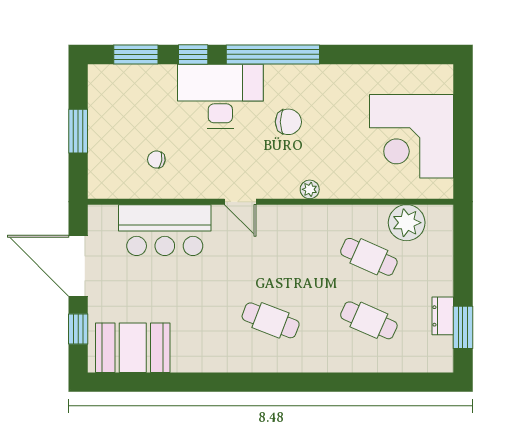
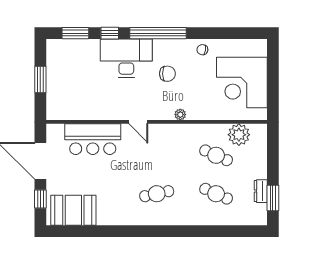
chair: (156, 159) -> (202, 50), moved
cafe table: (271, 320) -> (157, 194), turned -33

